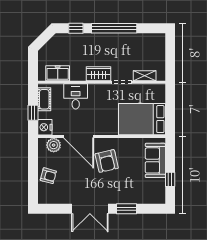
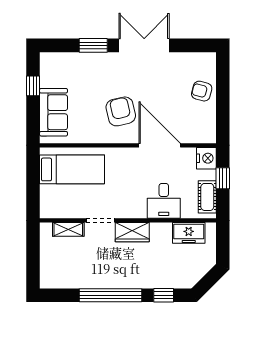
bed: (142, 119) -> (72, 169), width x0.67
plant: (54, 145) -> (194, 133), removed

